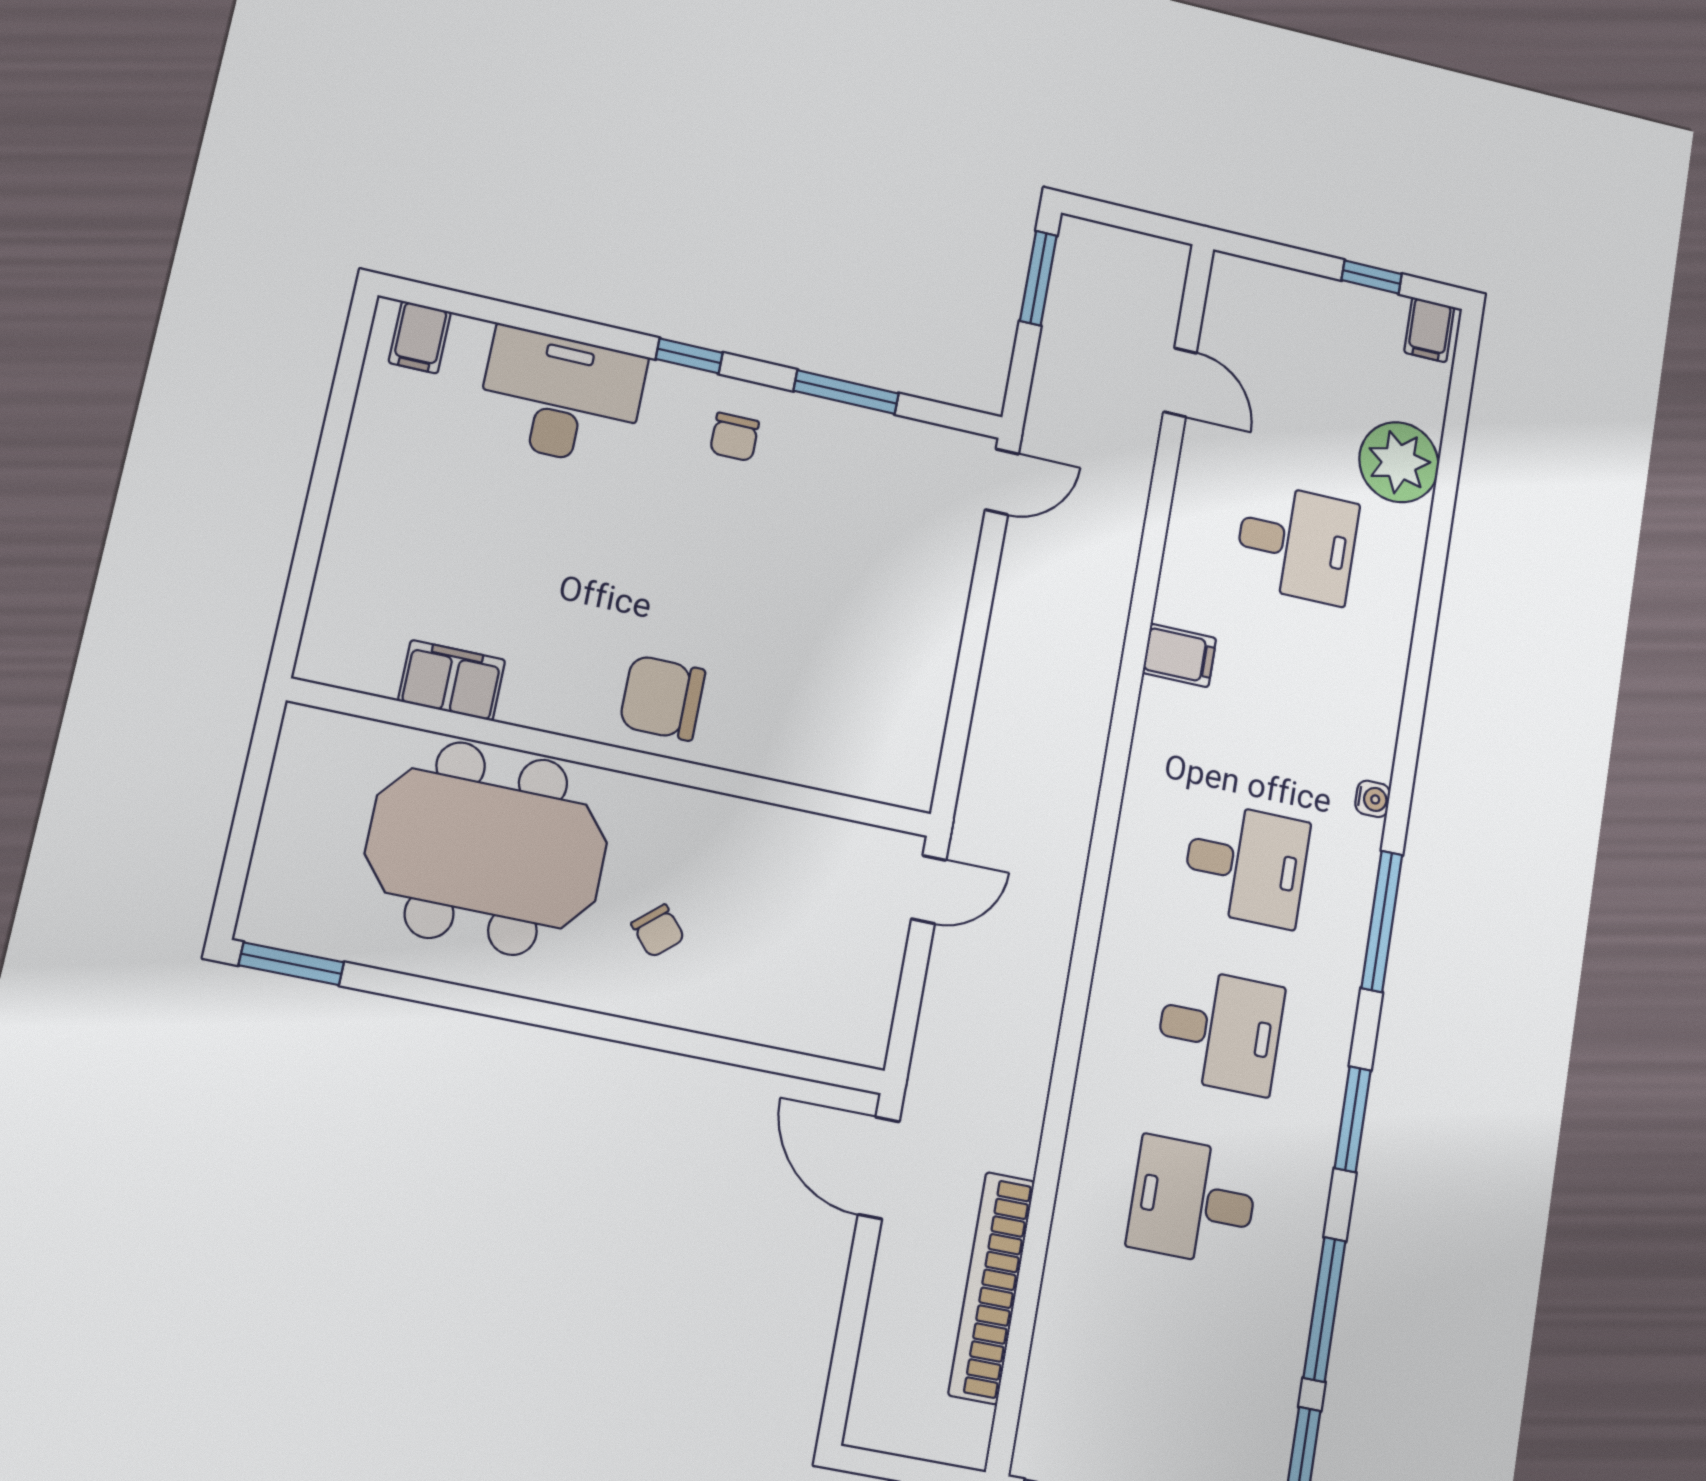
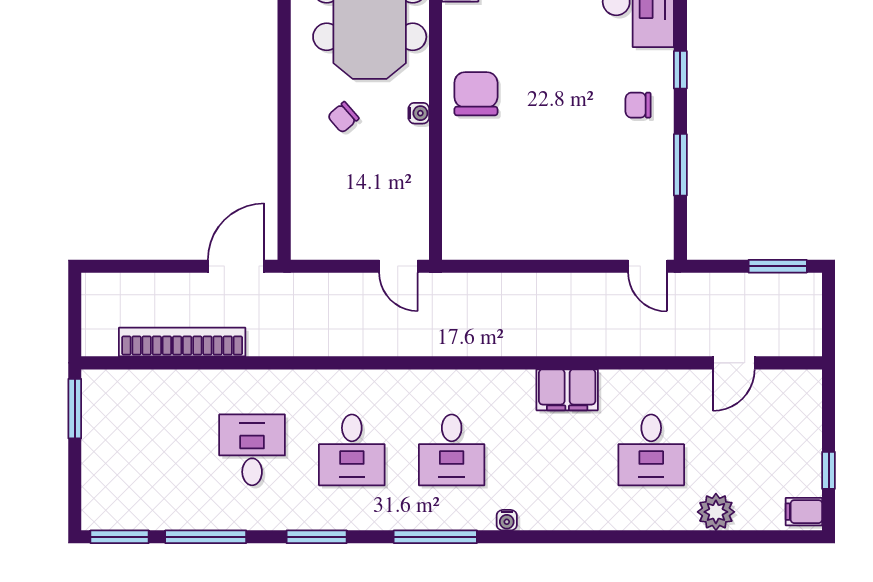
plant: (1399, 462) -> (716, 512), width x0.73, depth x0.73
filing cabinet: (1179, 656) -> (567, 390), width x2.00
water cooler: (676, 801) -> (419, 113), added

